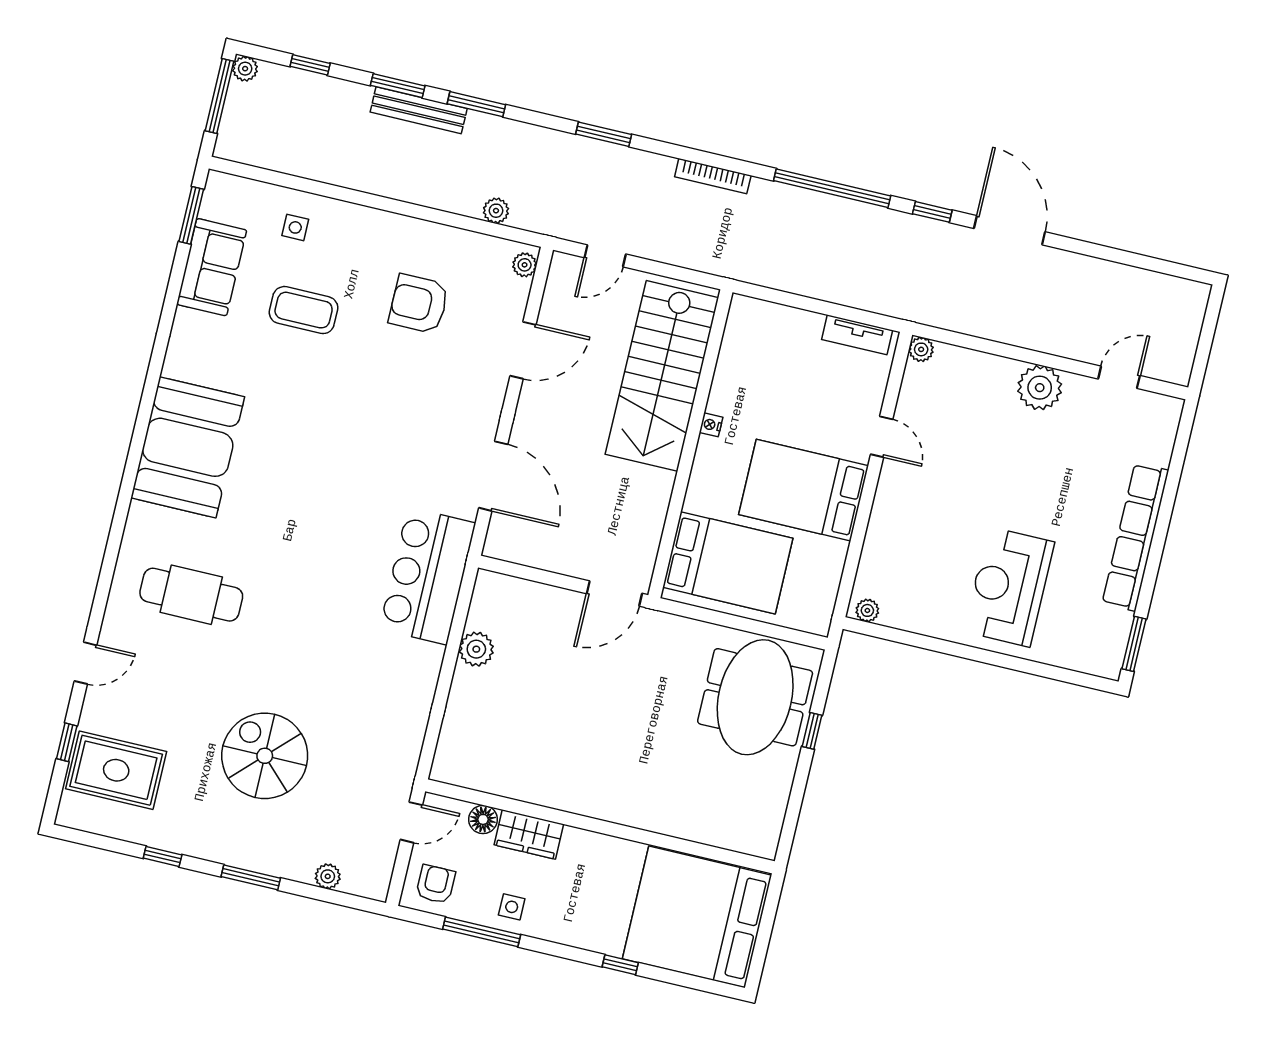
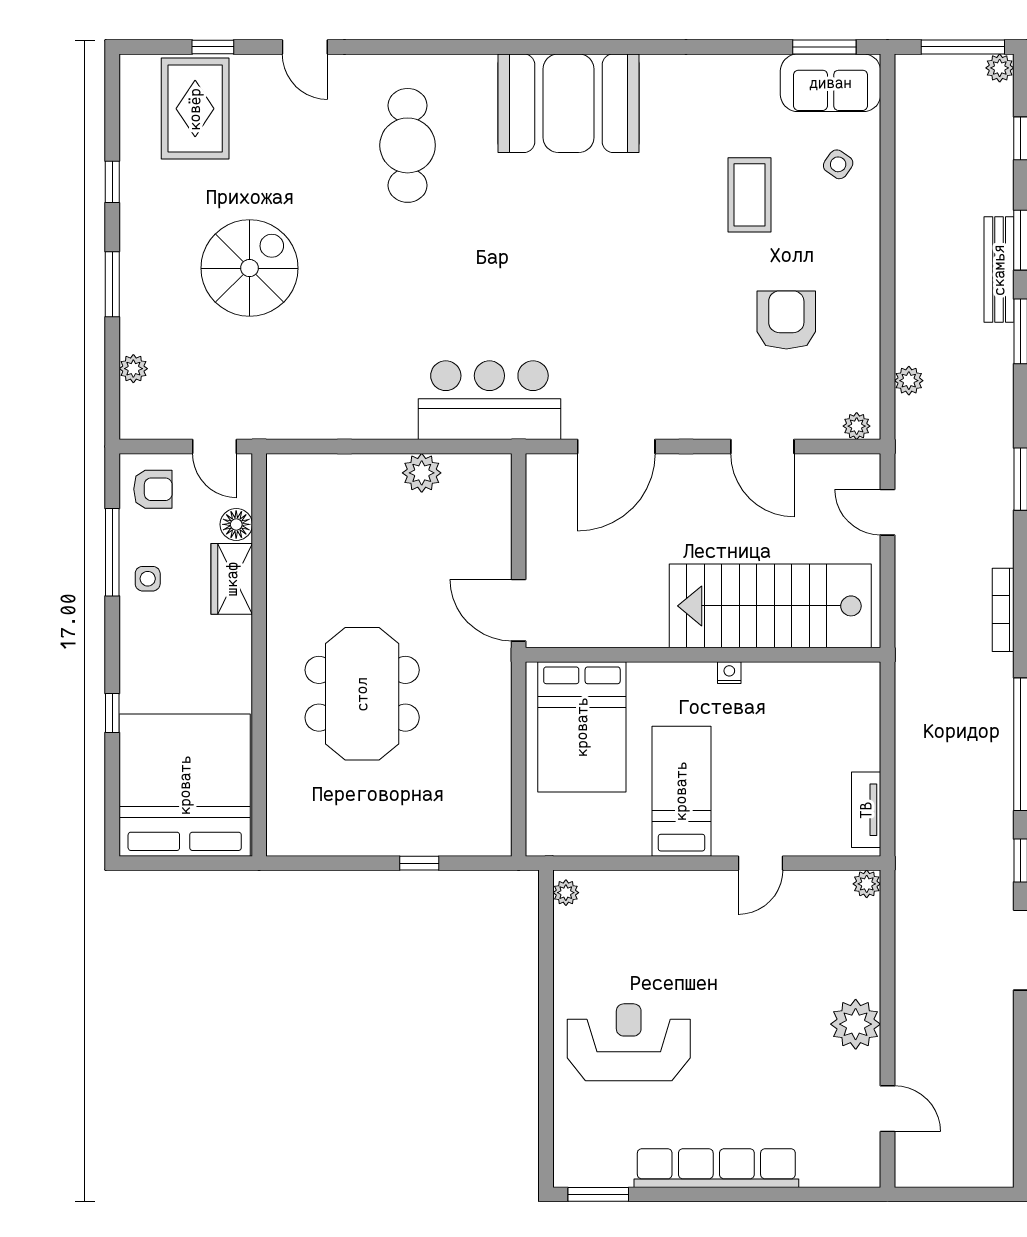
side table: (295, 227) -> (838, 164), turned 35
sofa: (212, 267) -> (831, 83), moved
bed: (804, 490) -> (681, 791), width x0.67
meeting table: (755, 697) -> (362, 694), moved, turned 90

